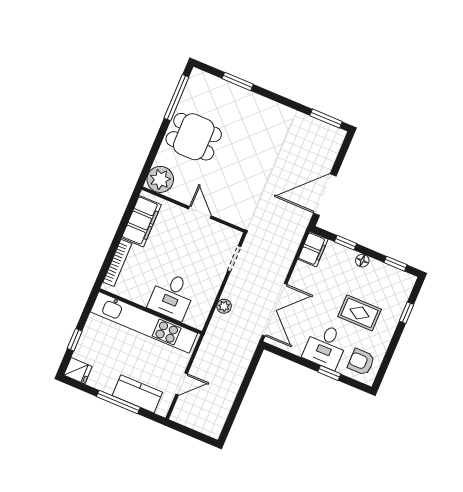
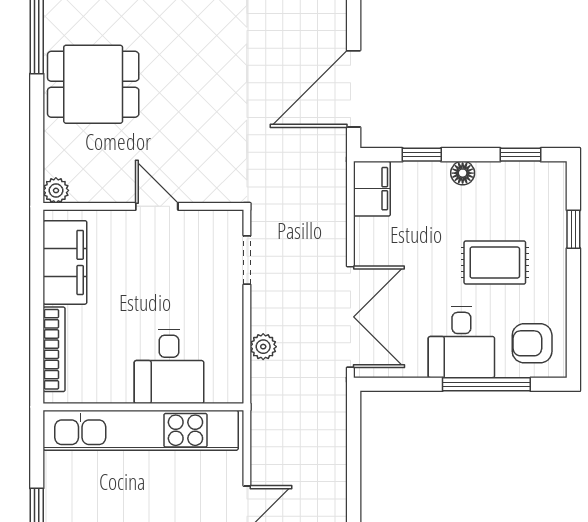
plant: (160, 179) -> (56, 190), width x0.53, depth x0.53
window: (329, 373) -> (486, 384), width x2.17

